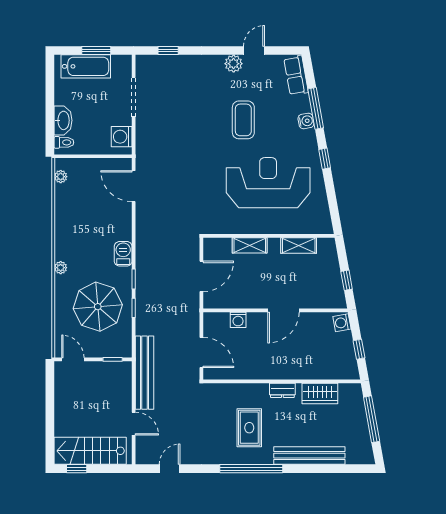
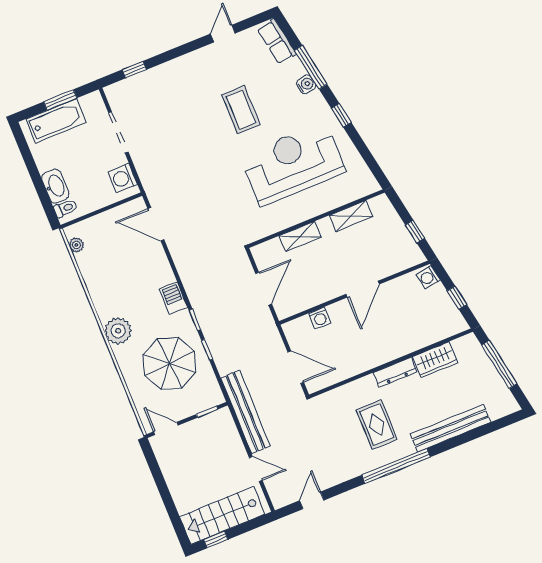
plant: (234, 64) -> (207, 56), removed
plant: (61, 268) -> (118, 331), width x1.88, depth x1.88
dresser: (282, 390) -> (395, 372), width x1.44

